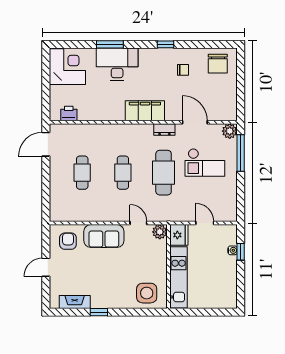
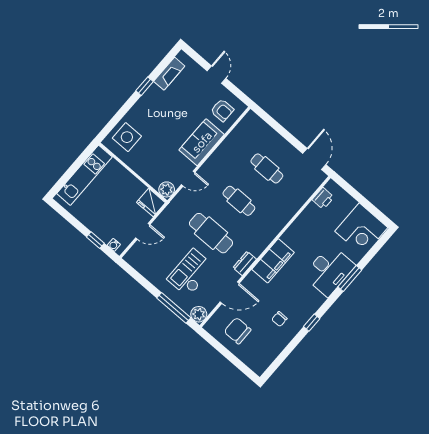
chair: (218, 64) -> (237, 331), moved
water cooler: (233, 250) -> (114, 245), moved
kitchen unit: (179, 277) -> (84, 175), moved, turned -90

